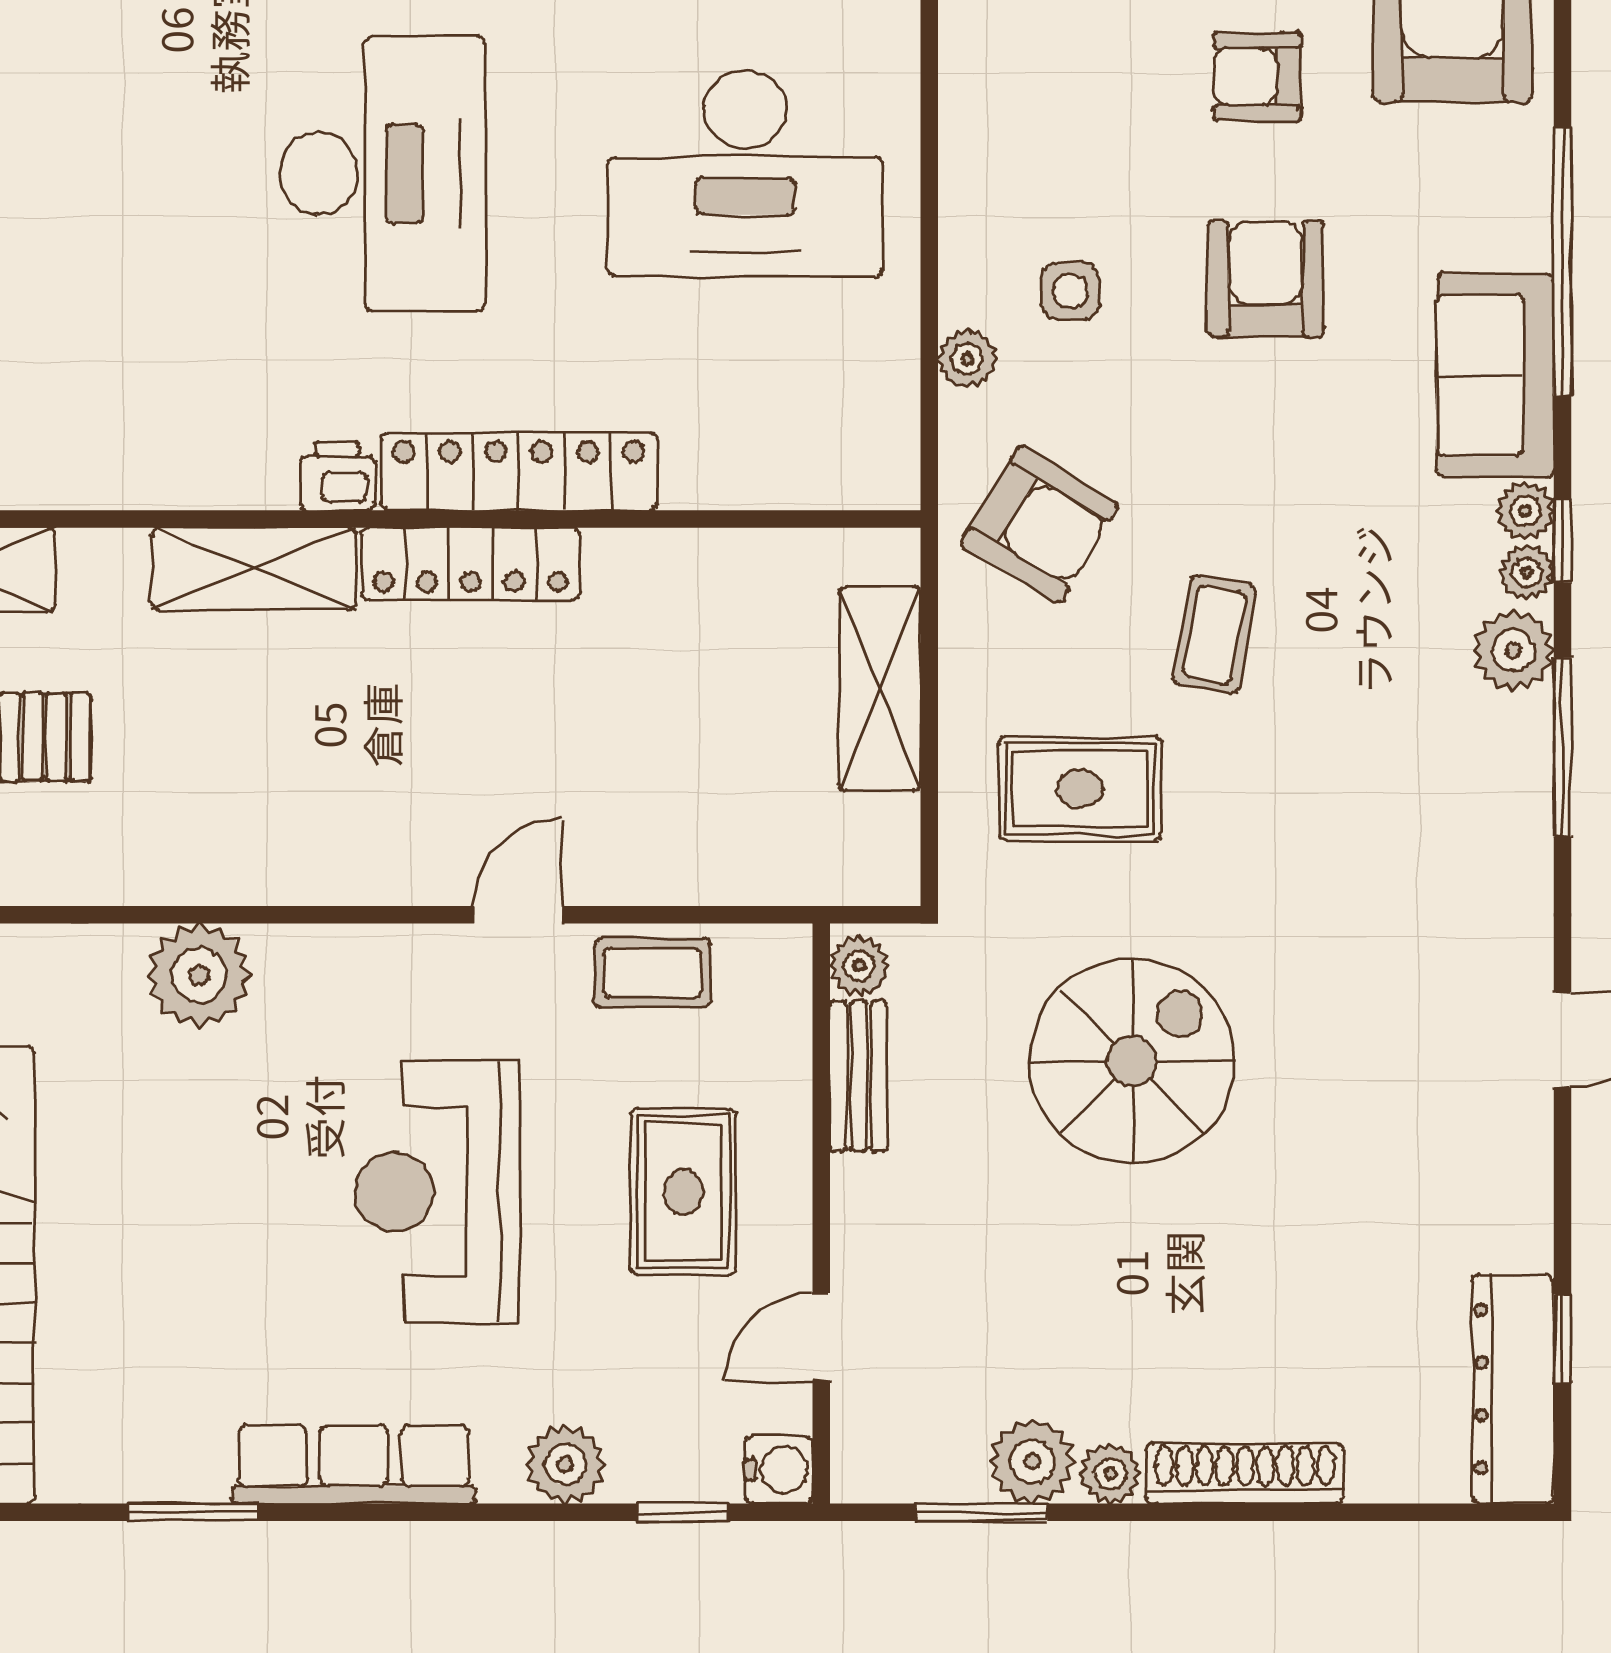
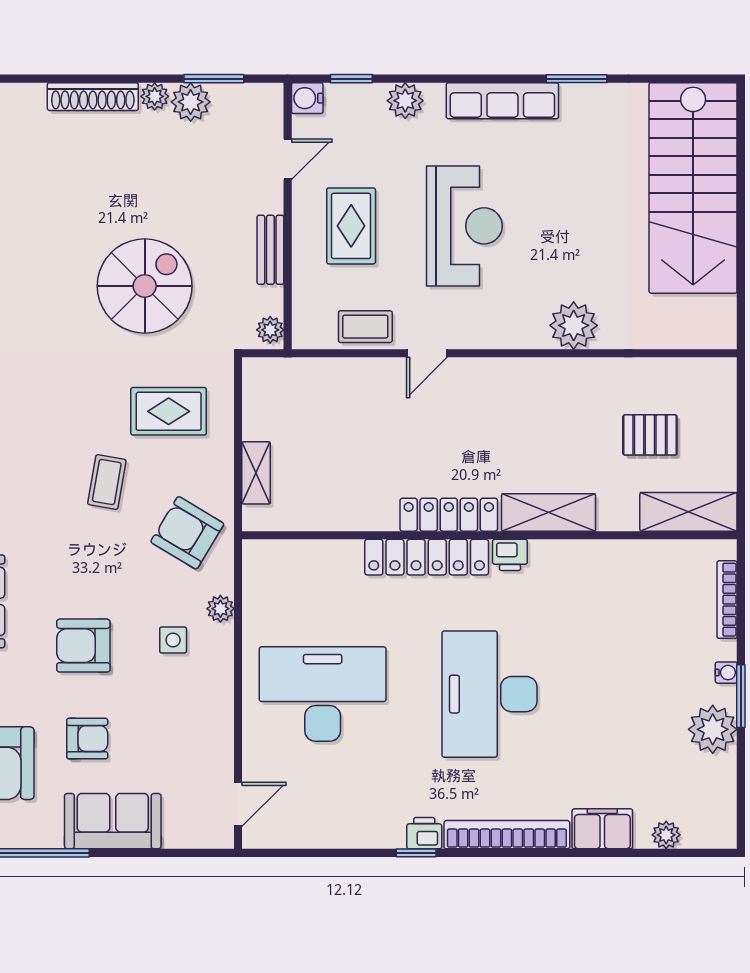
armchair: (1266, 279) -> (83, 646), turned 90
shelving: (880, 688) -> (256, 473), width x0.67, depth x0.75
spiral stairs: (1132, 1061) -> (145, 286), turned 180
bench: (859, 1076) -> (270, 250), moved

